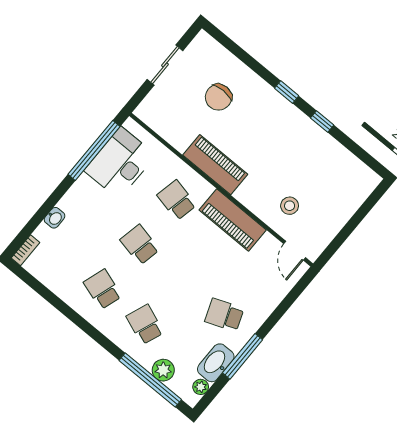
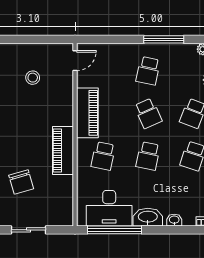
chair: (218, 97) -> (21, 182), turned 74
stool: (290, 206) -> (33, 78), moved
school desk: (182, 280) -> (148, 113), added
school desk: (224, 315) -> (148, 71), turned 33
washbasin: (216, 363) -> (148, 217), moved, turned 180

